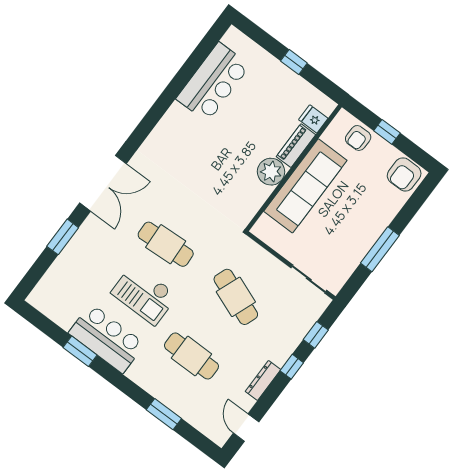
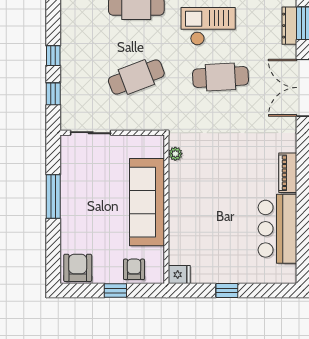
fridge: (313, 119) -> (179, 275), moved
piano: (296, 146) -> (288, 173), moved, turned 180
plant: (271, 172) -> (175, 154), moved, width x0.53, depth x0.53
cafe table: (236, 297) -> (136, 77), turned -42
dresser: (263, 380) -> (289, 26), moved, turned 180

